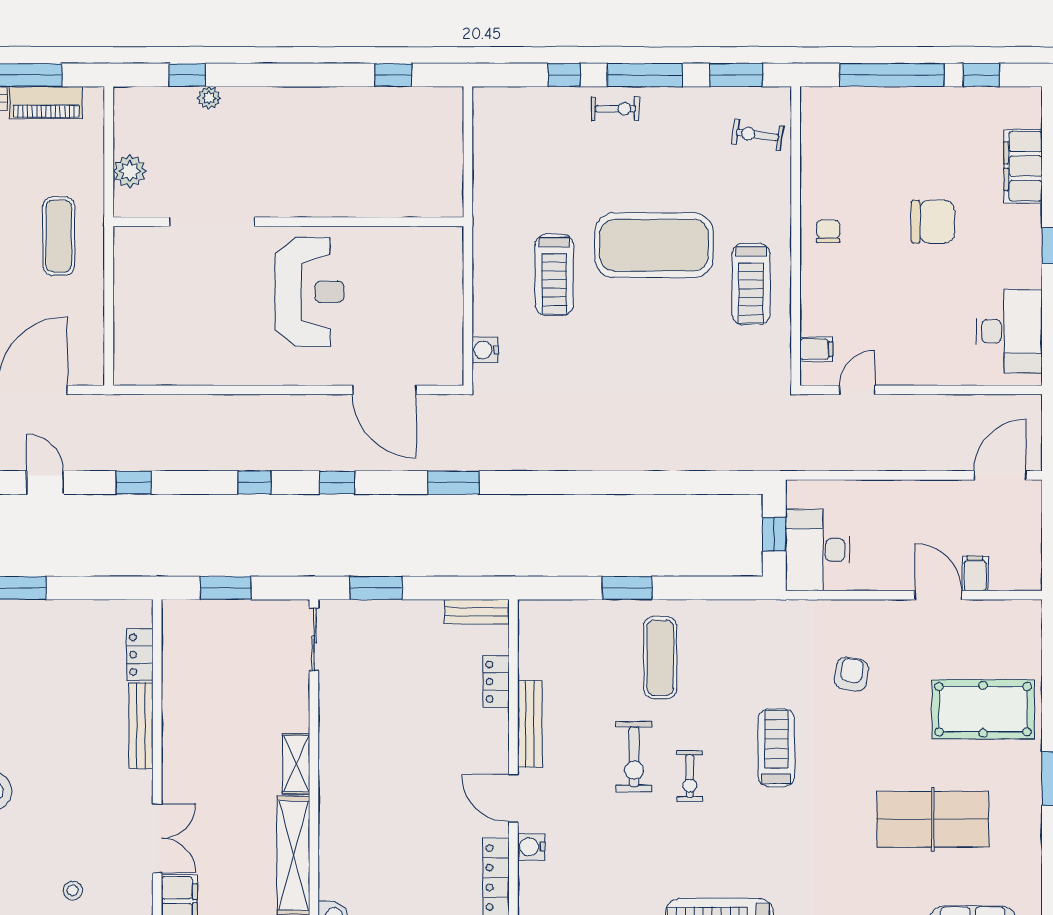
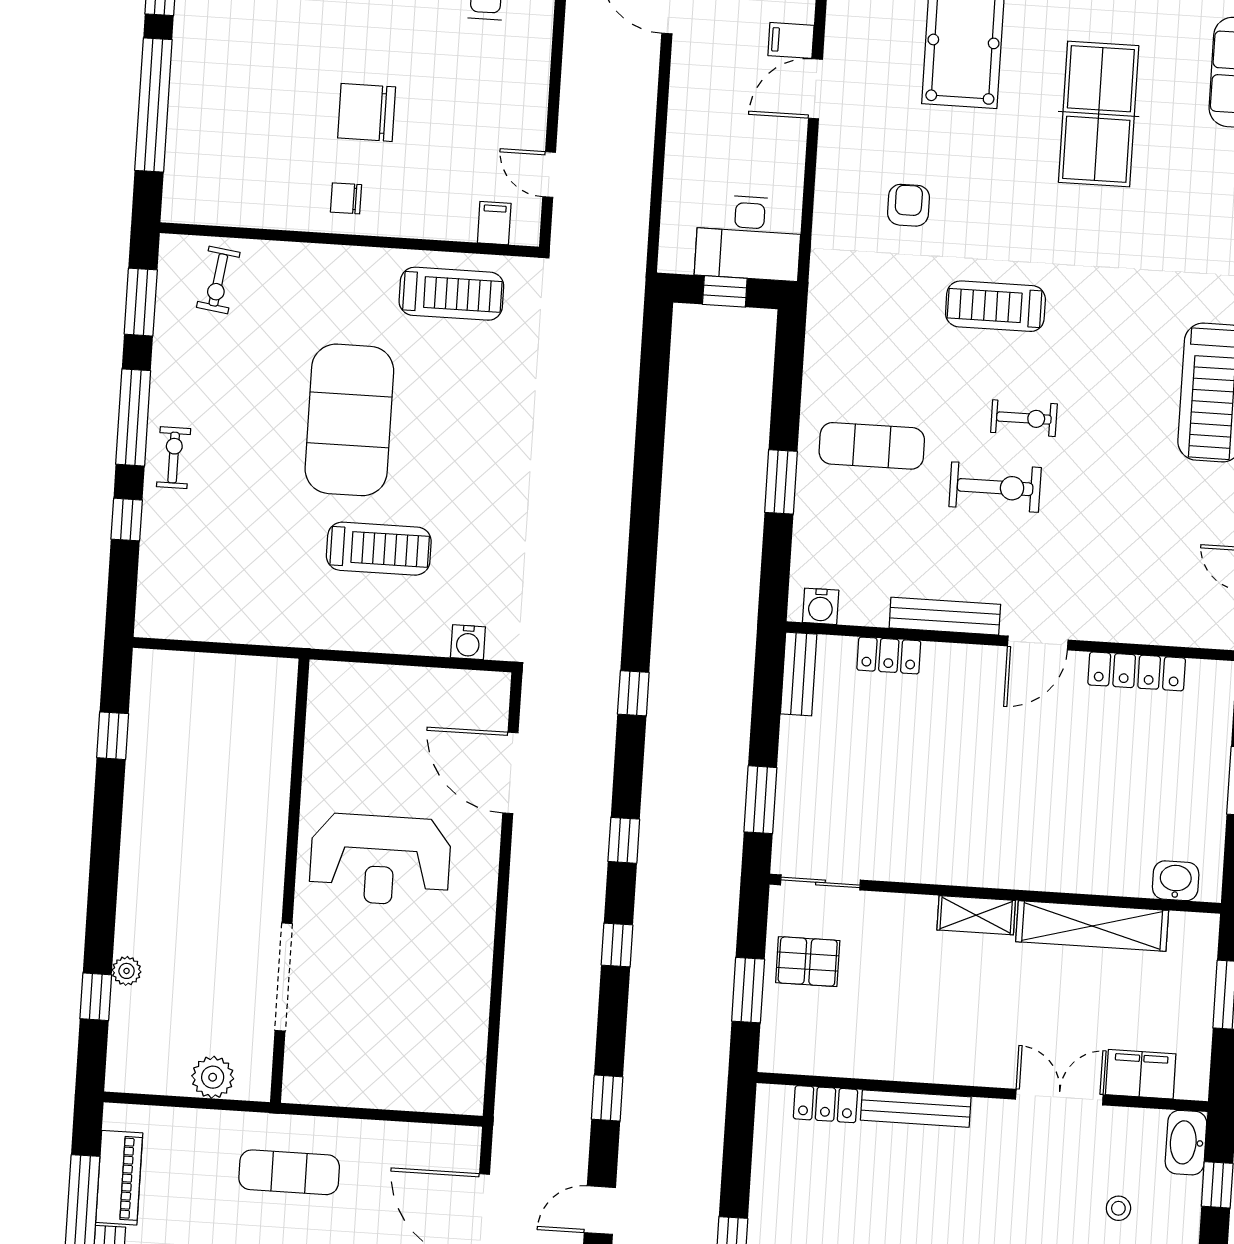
chair: (933, 222) -> (367, 112), moved, turned -90
treadmill: (751, 284) -> (451, 294), moved
reception desk: (309, 292) -> (380, 860), turned 180
door: (384, 390) -> (510, 773), swing flipped
window: (453, 483) -> (633, 693), width x0.67
pallet: (251, 633) -> (808, 962), added
armchair: (851, 674) -> (908, 205), turned 81
water cooler: (531, 847) -> (821, 606), moved

